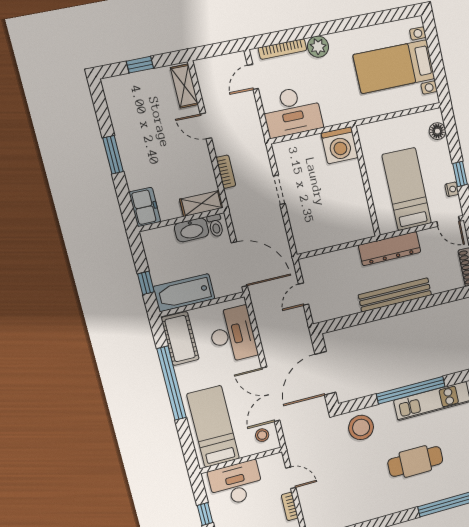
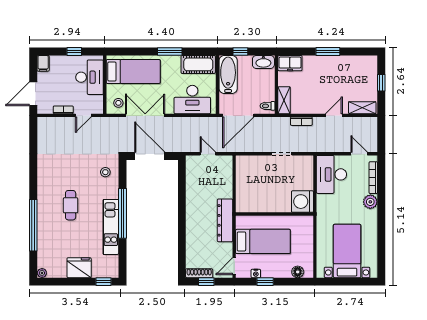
washbasin: (192, 230) -> (263, 62), moved, turned -90
bench: (395, 295) -> (192, 217), removed
window: (172, 383) -> (170, 52), width x0.47
stool: (361, 427) -> (105, 172), width x0.53, depth x0.53
cafe table: (415, 461) -> (71, 205), width x0.73, depth x0.74

